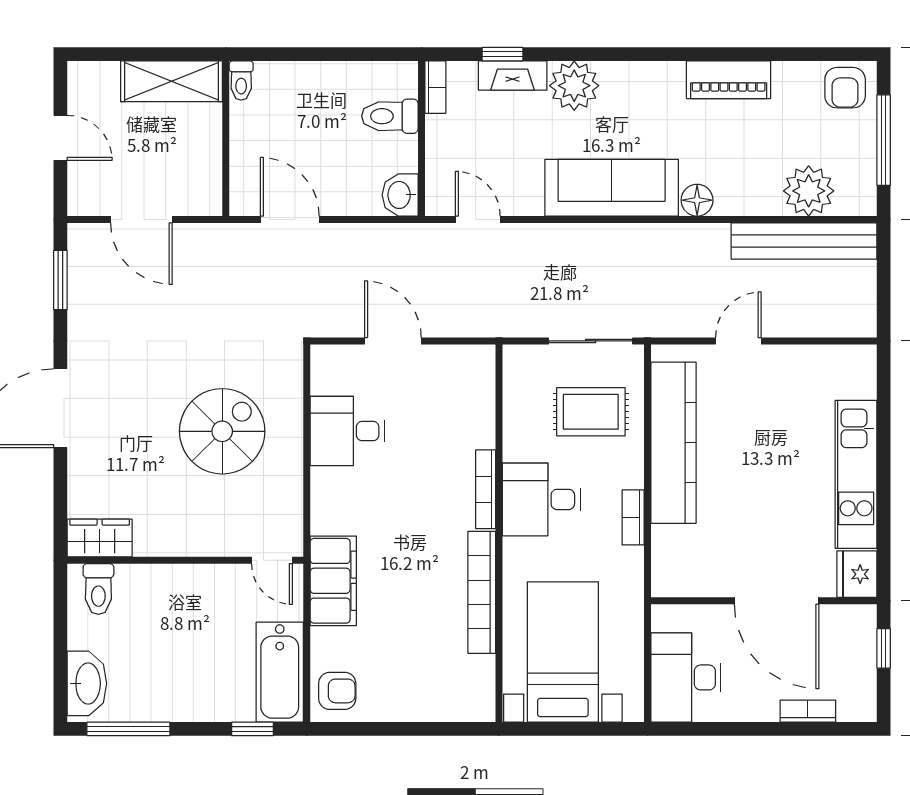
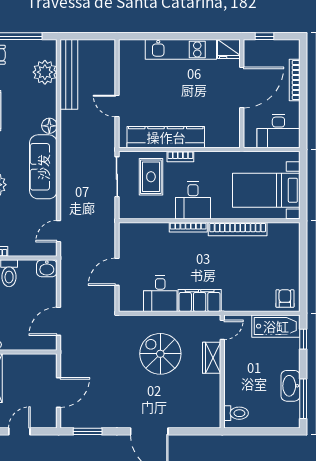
bookcase: (633, 517) -> (180, 156), moved
wardrobe: (100, 538) -> (212, 358), moved
filing cabinet: (333, 581) -> (200, 300), moved
washbasin: (87, 683) -> (290, 386), moved, turned -90
bookcase: (808, 711) -> (295, 80), width x1.56

